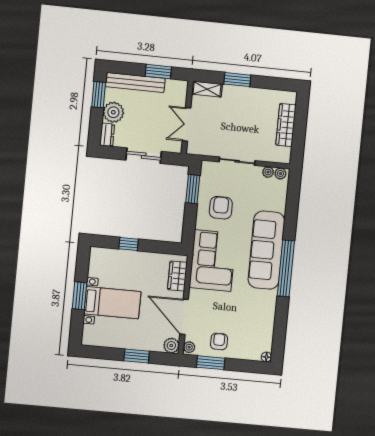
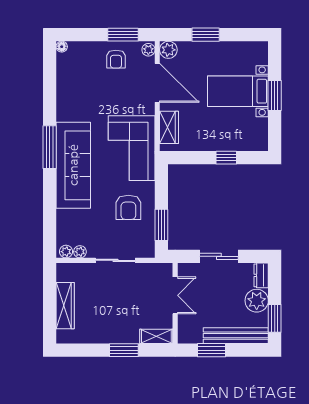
window: (286, 268) -> (50, 147), width x0.68

